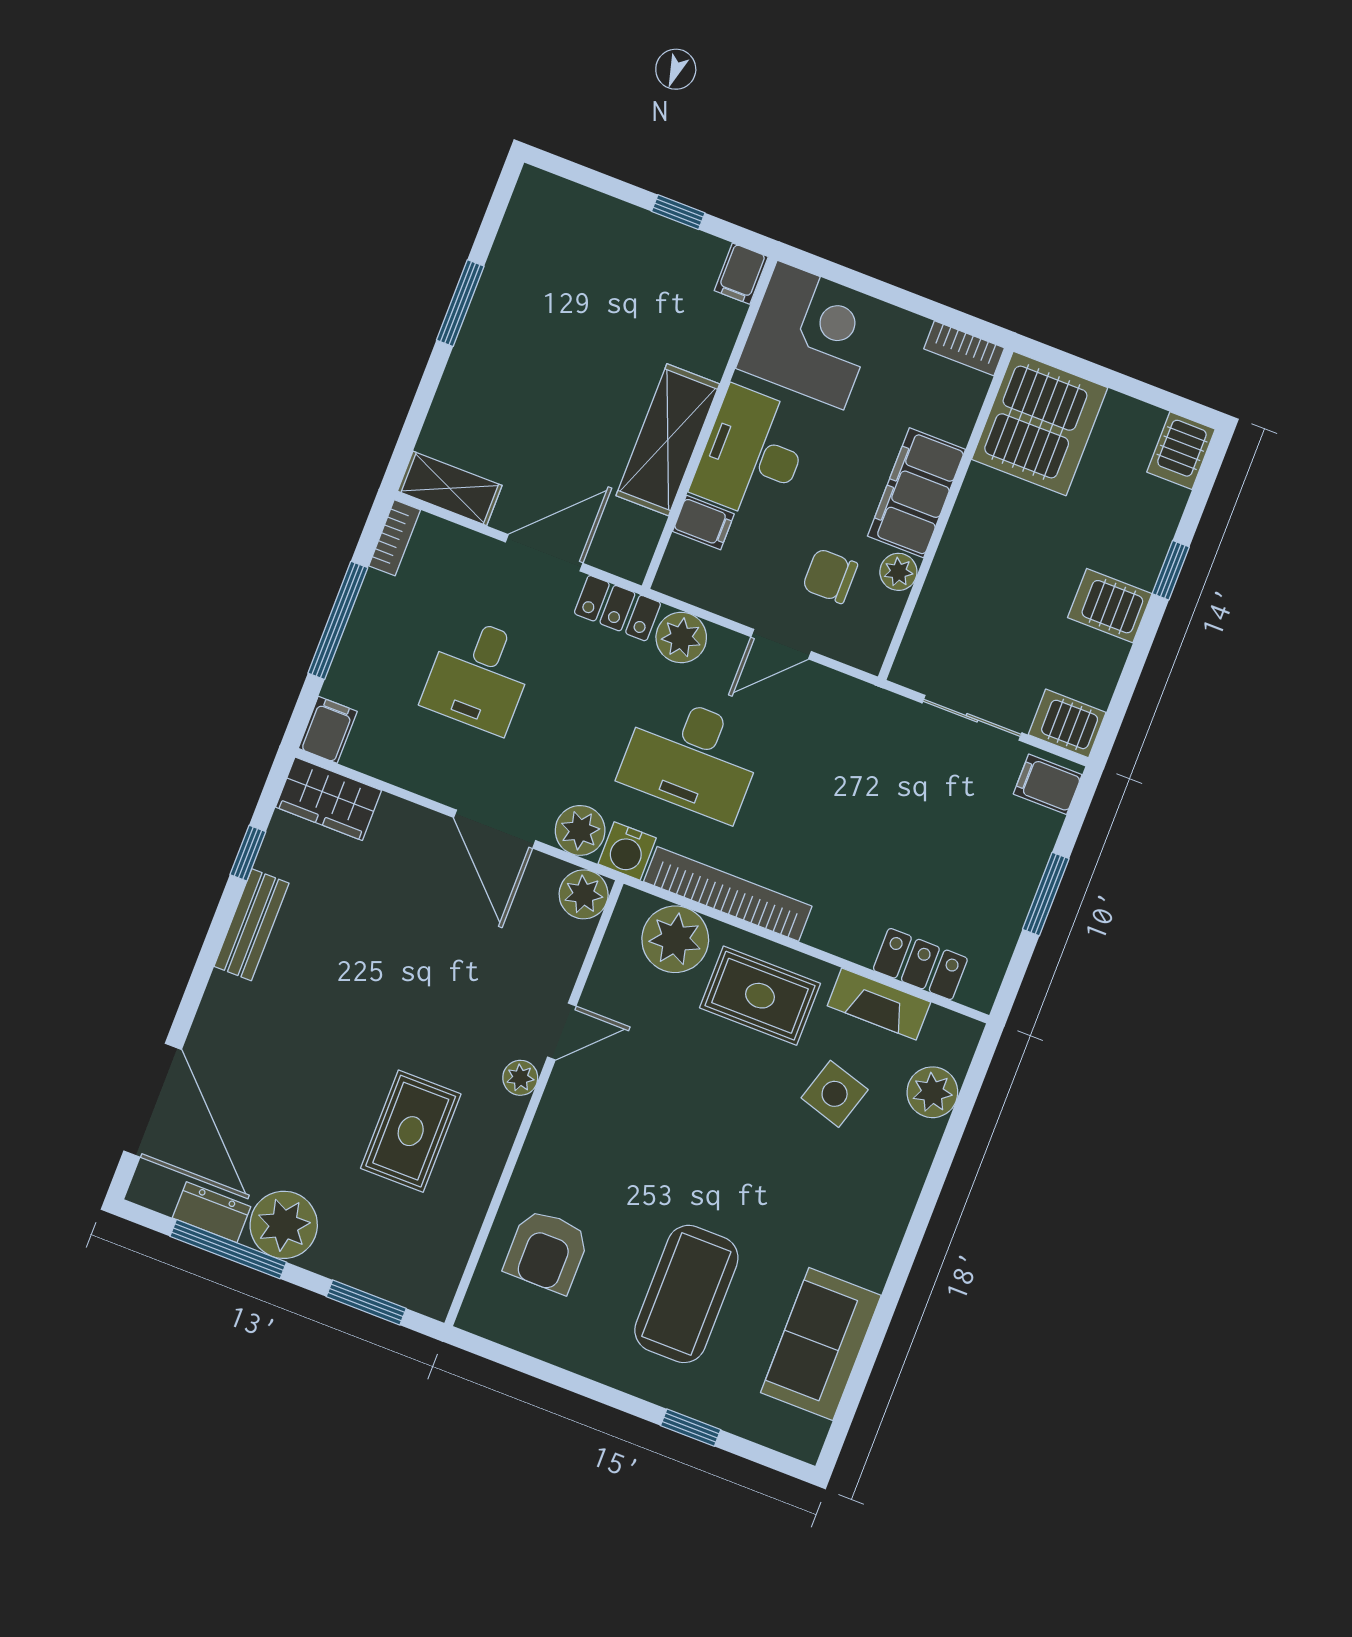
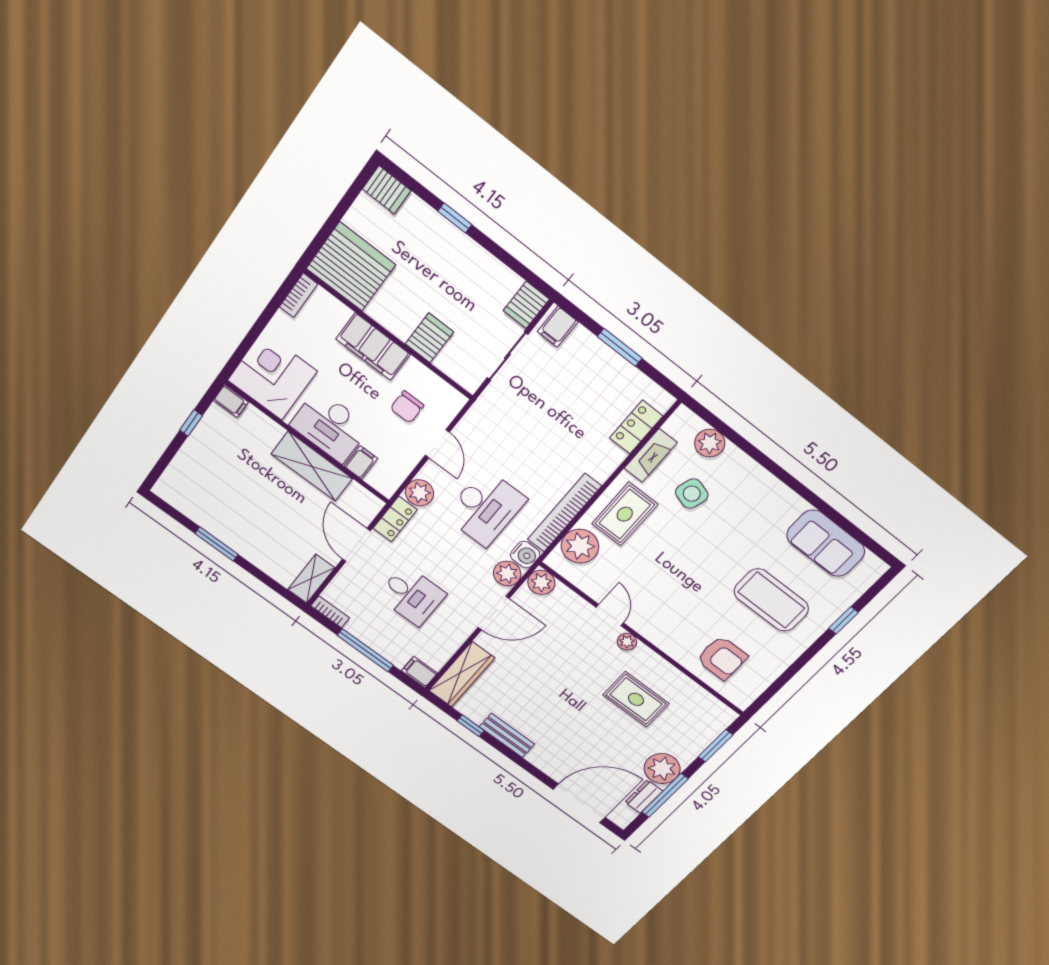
plant: (898, 572) -> (415, 370), removed
server rack: (1110, 606) -> (429, 338), moved, turned 180
wardrobe: (329, 799) -> (462, 674), width x1.50

